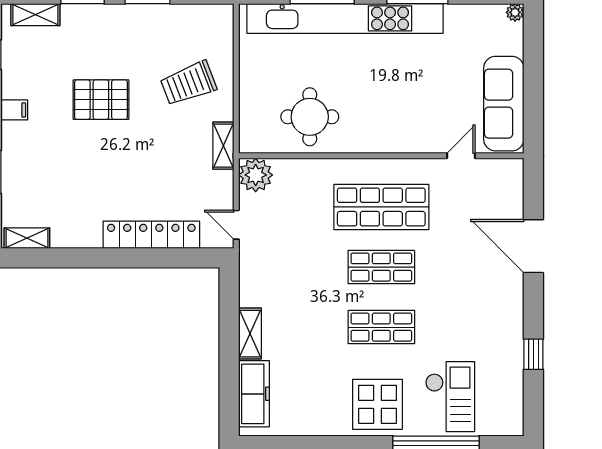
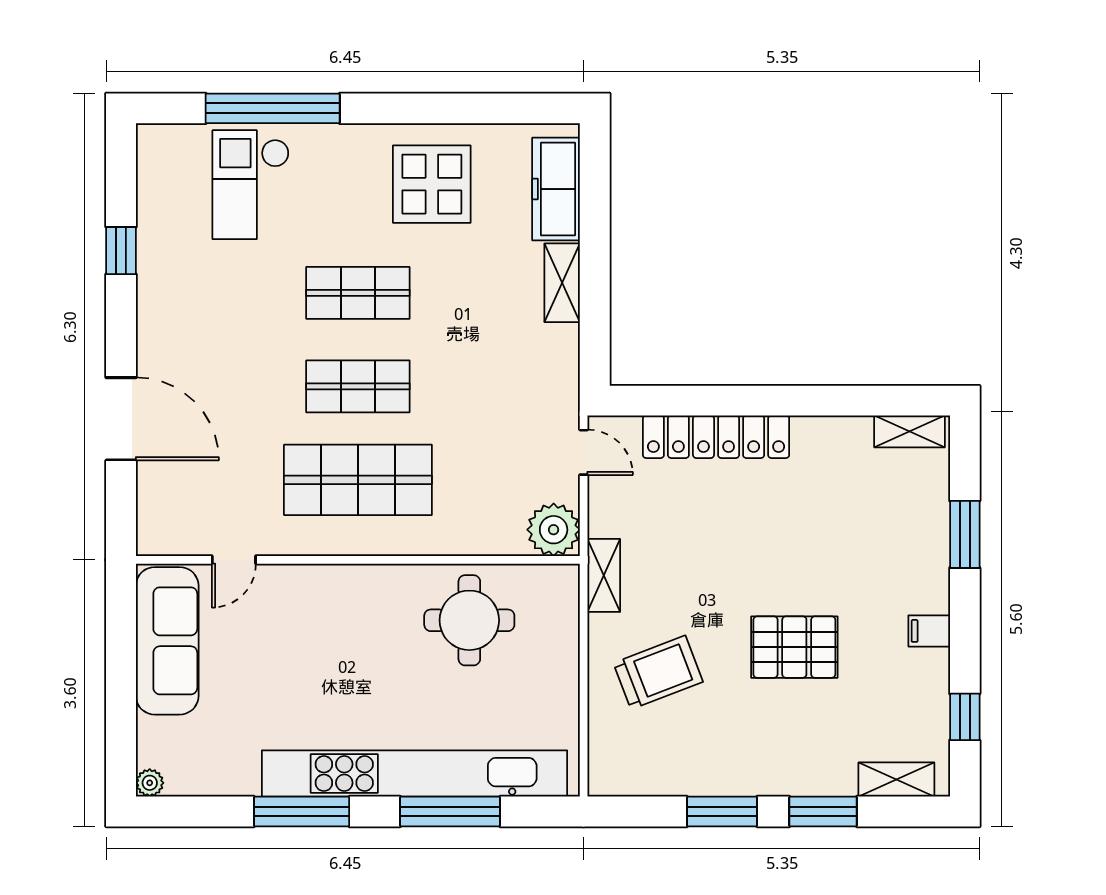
display table: (378, 404) -> (432, 184), moved

